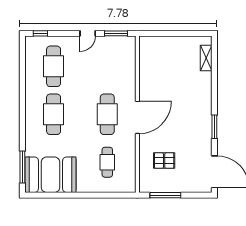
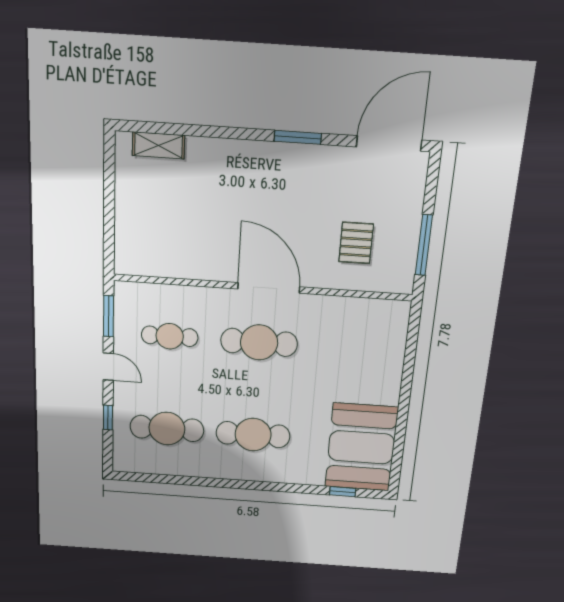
window: (40, 33) -> (108, 418), moved
cafe table: (107, 162) -> (170, 336), moved
window: (22, 167) -> (343, 492), width x0.46

